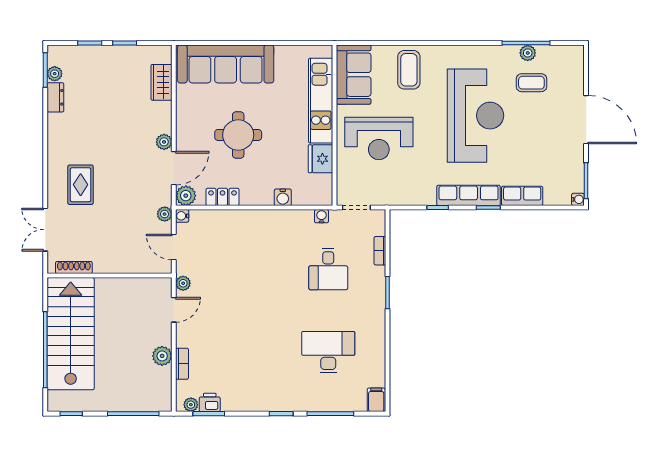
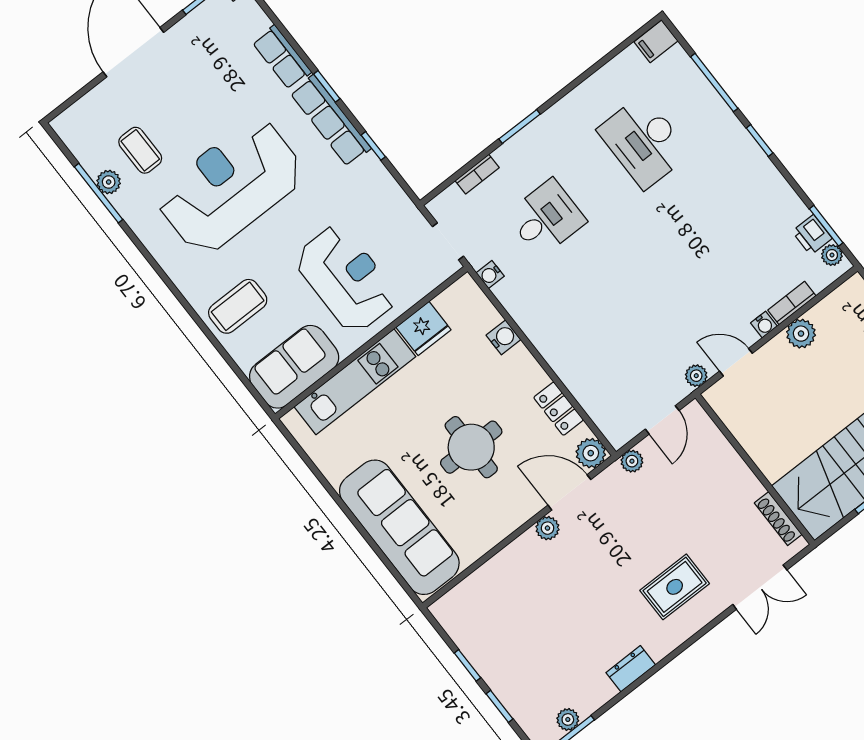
wardrobe: (162, 82) -> (480, 586), removed
dresser: (55, 97) -> (631, 669), moved
water cooler: (182, 216) -> (764, 325), moved

